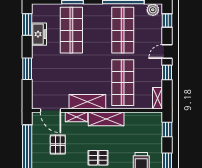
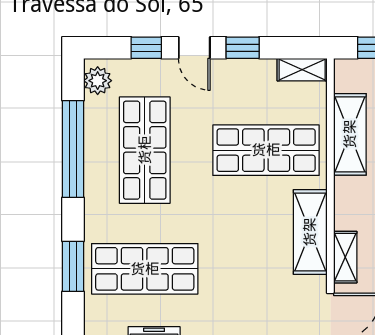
window: (167, 20) -> (146, 48), moved
shop shelf: (123, 30) -> (145, 150), turned 90
shelving: (106, 119) -> (350, 134), moved

